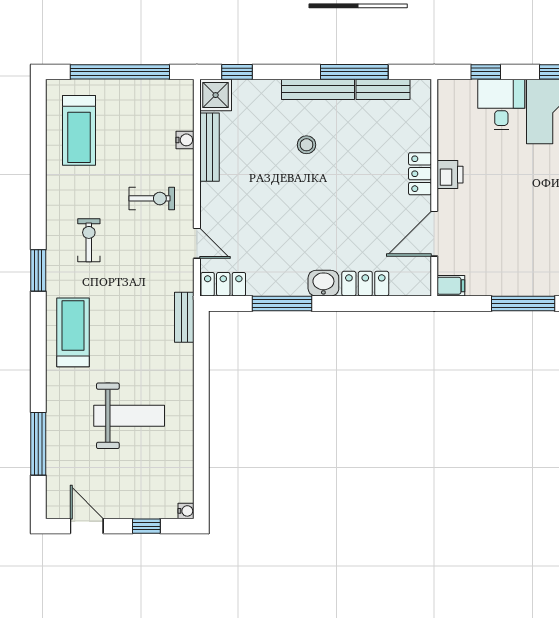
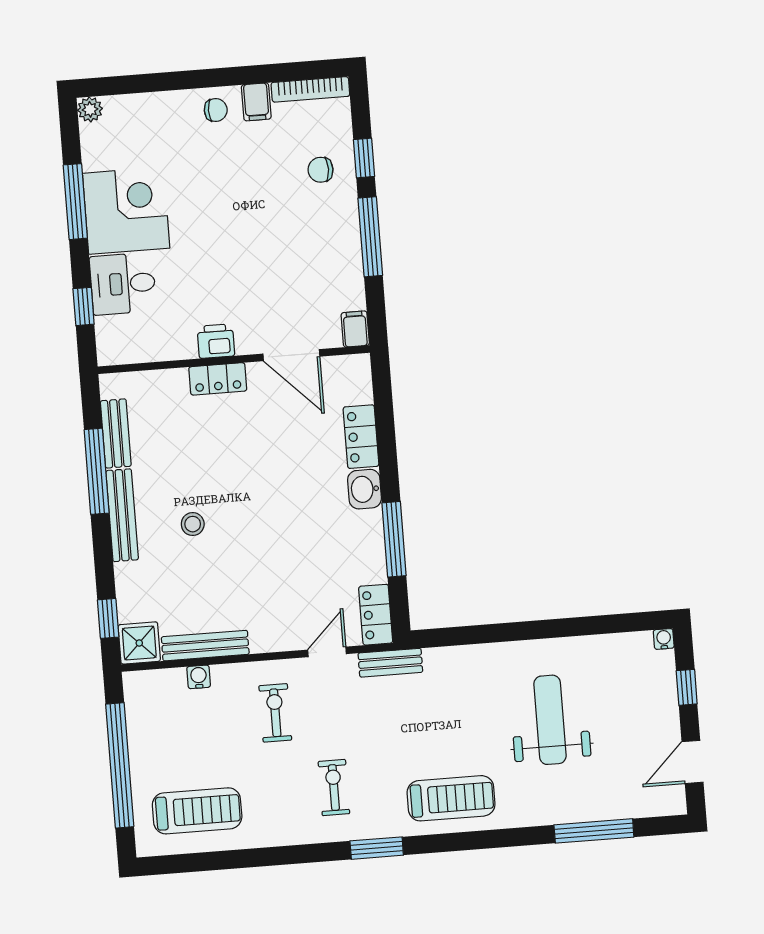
exercise bike: (89, 240) -> (334, 788), turned 90
bench: (184, 317) -> (390, 663), moved
treadmill: (73, 332) -> (451, 798), turned 180

